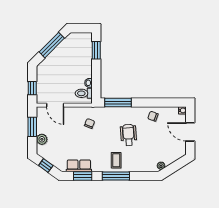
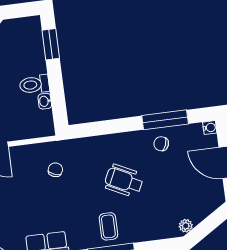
toilet: (84, 93) -> (34, 84), moved
window: (118, 103) -> (165, 120), moved
wheelchair: (128, 135) -> (124, 181), turned -60

